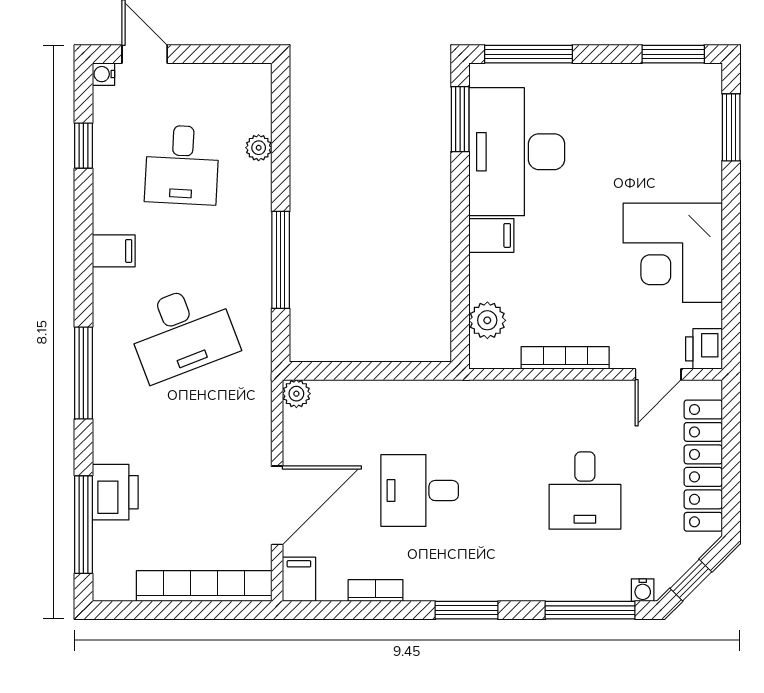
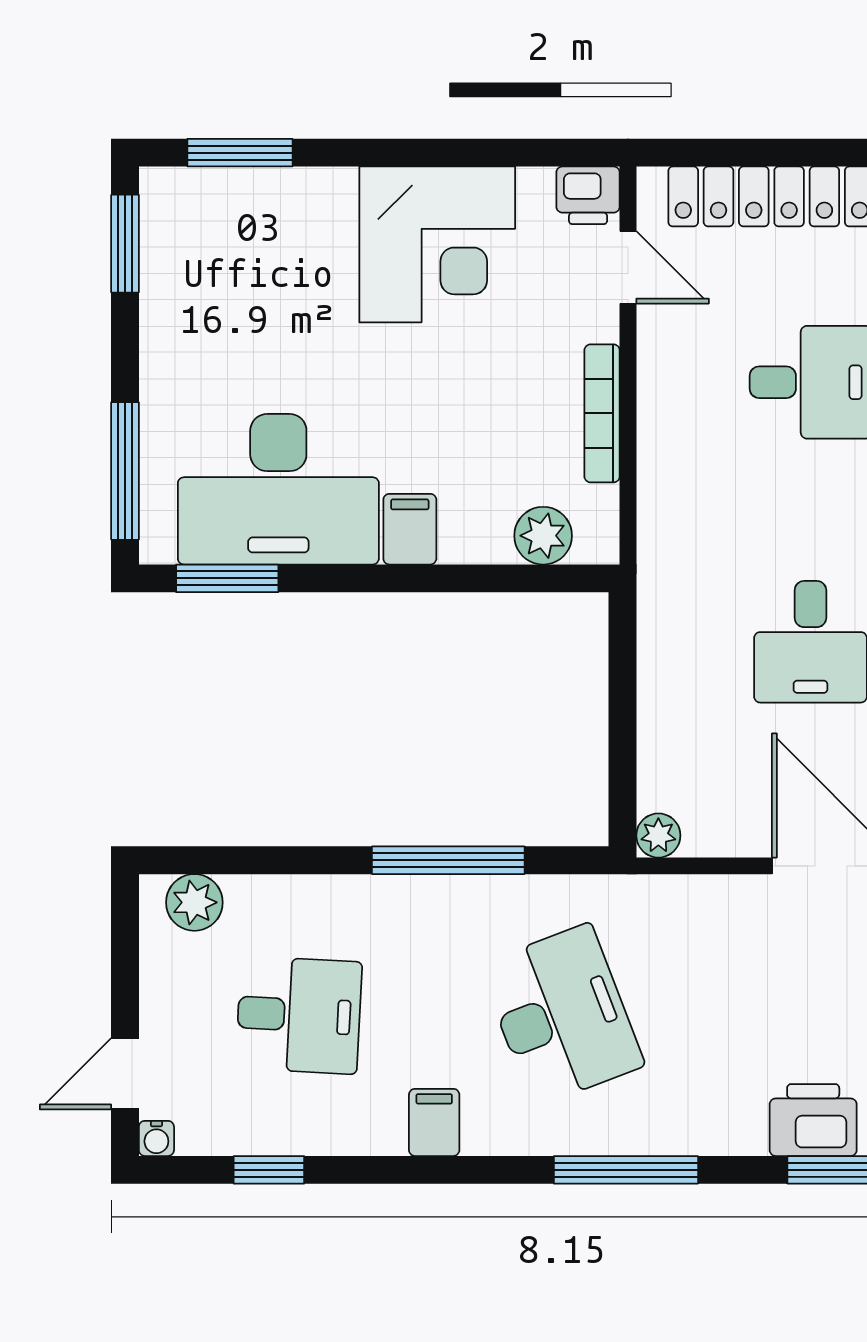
plant: (259, 148) -> (194, 902), moved, width x1.38, depth x1.38

